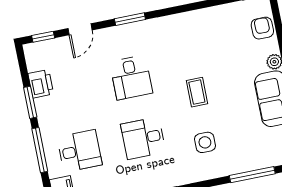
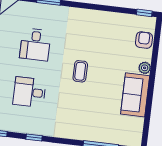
side table: (205, 142) -> (74, 110), removed

